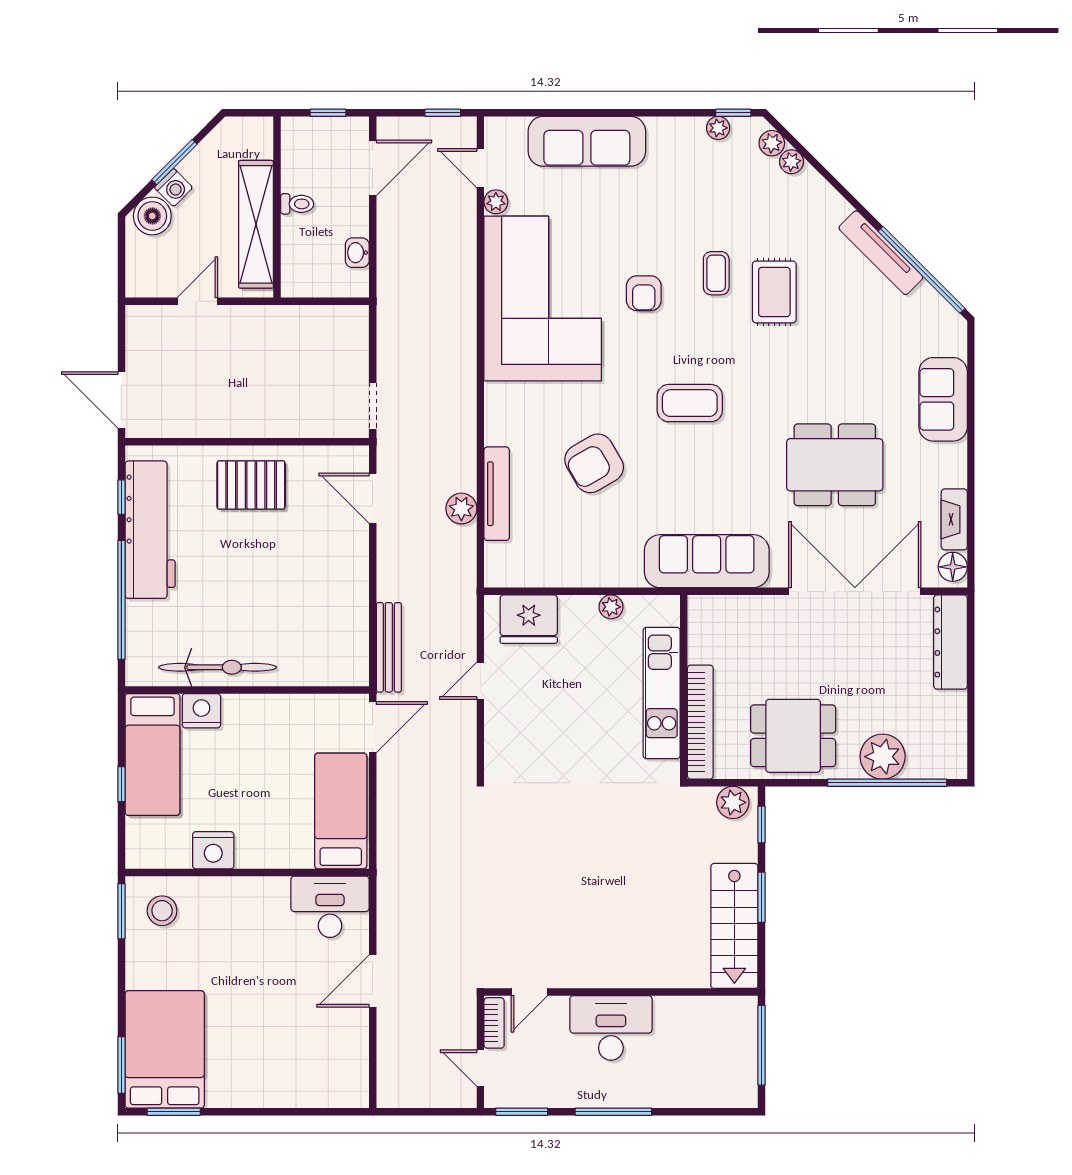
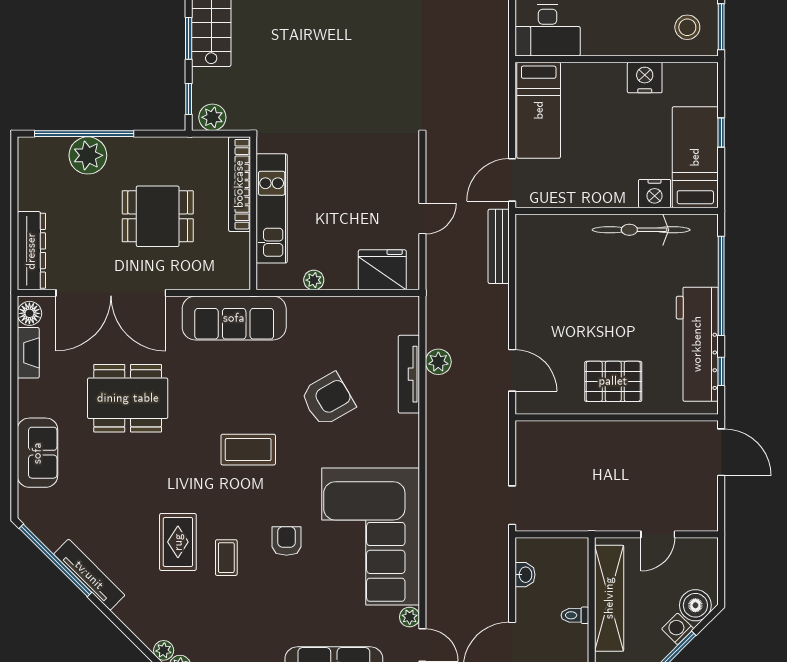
doorway: (373, 406) -> (512, 505), moved
dining table: (793, 736) -> (158, 216), moved

